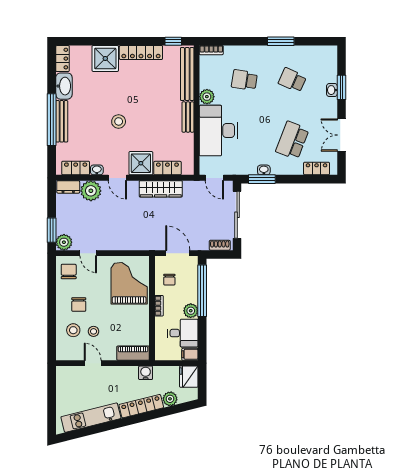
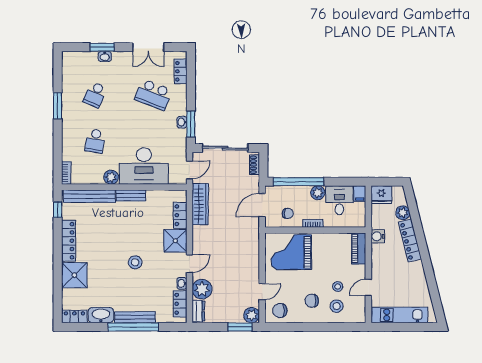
wardrobe: (161, 189) -> (200, 204), moved
chair: (79, 304) -> (312, 301), turned 180
kitchen unit: (91, 418) -> (400, 315), moved, turned 104

